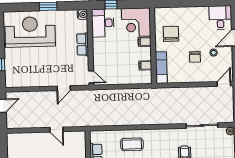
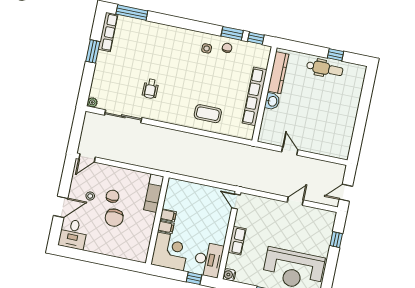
chair: (171, 34) -> (114, 218), moved
filing cabinet: (145, 65) -> (168, 215), moved
door: (64, 88) -> (295, 201), moved

